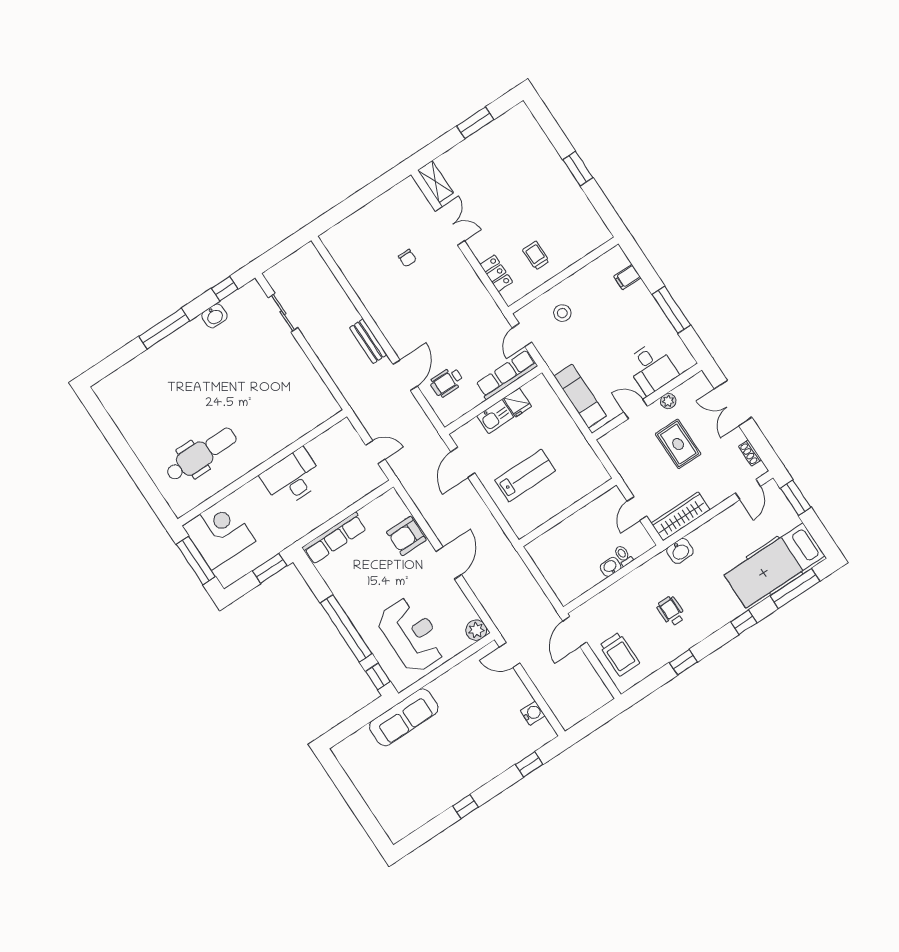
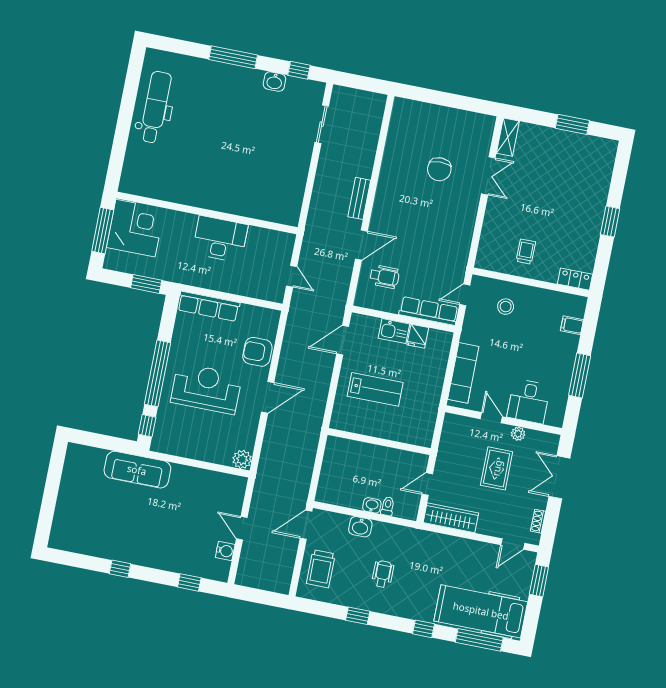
chair: (407, 258) -> (439, 169), width x1.87, depth x1.87
locker: (496, 273) -> (575, 279), moved, turned -90
wheelchair: (447, 382) -> (384, 277), turned 180
dental chair: (201, 454) -> (156, 107), moved, turned -90
washbasin: (680, 551) -> (360, 527), moved
reception desk: (412, 635) -> (206, 389), moved, turned -90
door: (510, 655) -> (242, 528), moved

